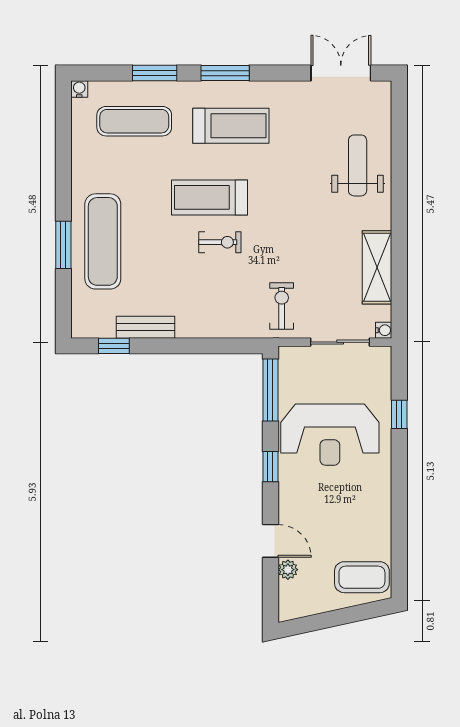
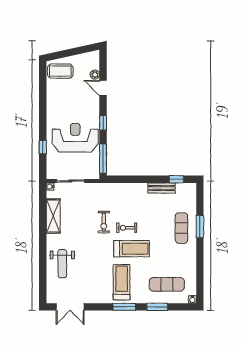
treadmill: (231, 126) -> (122, 282), turned 90
exercise mat: (103, 241) -> (181, 228), width x0.73, depth x0.69
exercise bike: (282, 306) -> (104, 222), moved

